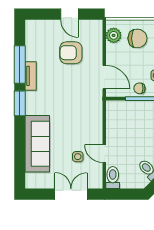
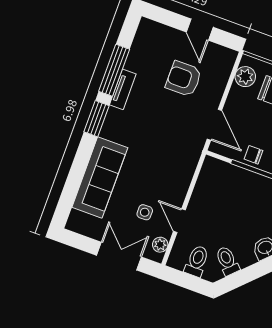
plant: (97, 175) -> (160, 245), added
toilet: (113, 178) -> (197, 261), moved

